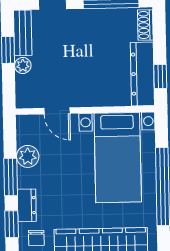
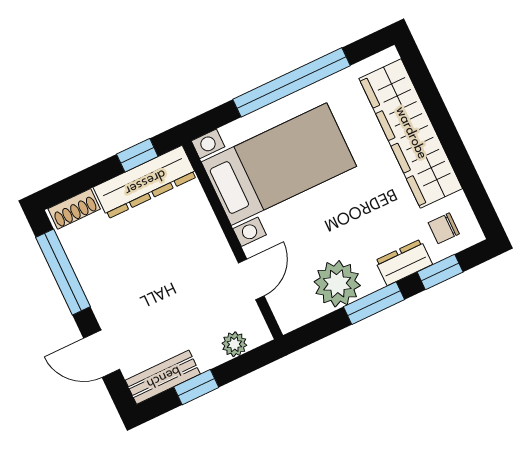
plant: (23, 65) -> (234, 344), moved
plant: (28, 156) -> (337, 284), width x1.36, depth x1.36
chair: (36, 238) -> (444, 228), turned 180

